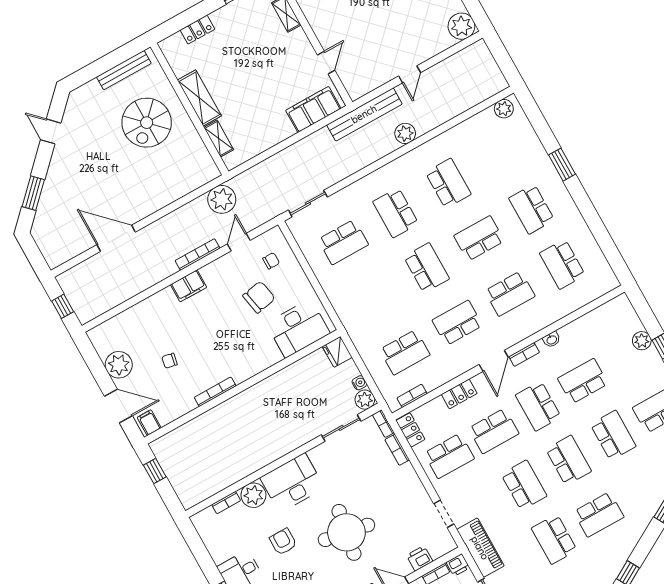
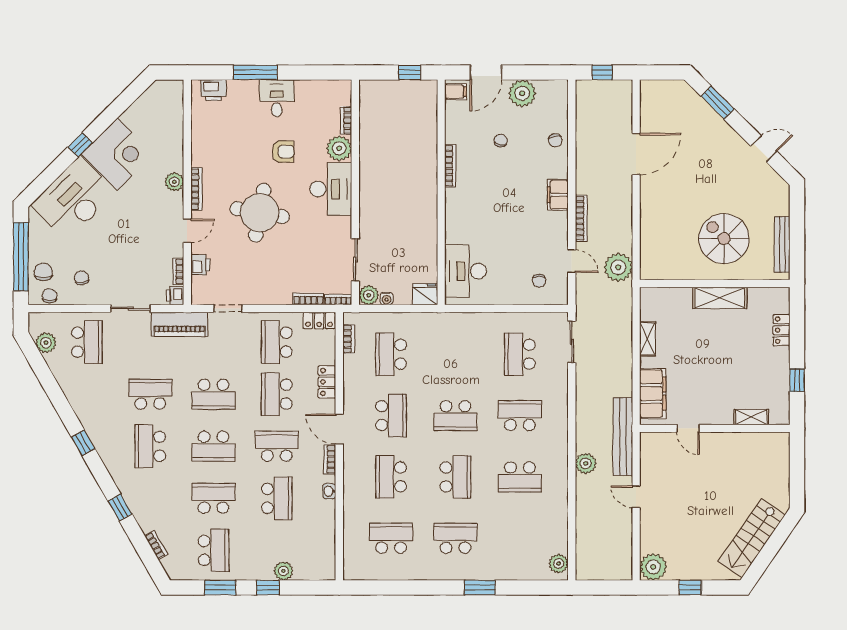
shelving: (219, 139) -> (647, 339), moved, turned 90
chair: (259, 297) -> (555, 140), moved, width x0.54, depth x0.54
school desk: (613, 435) -> (213, 498), turned 180

